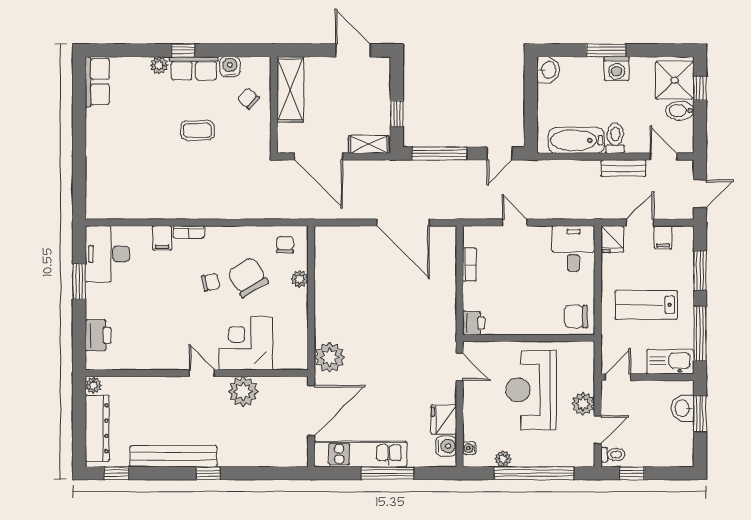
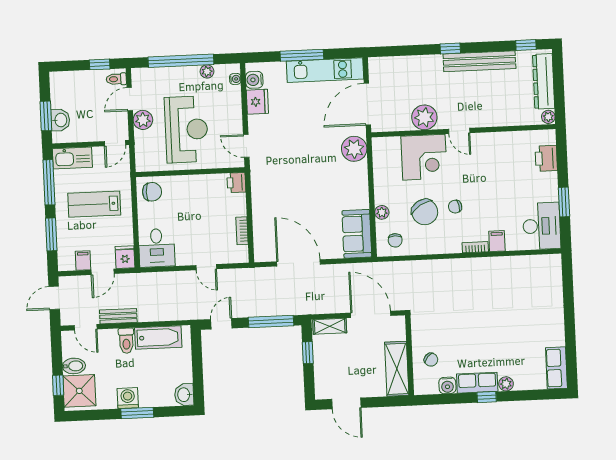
coffee table: (197, 130) -> (472, 331), removed
sofa: (331, 255) -> (357, 234), added
lab bench: (646, 305) -> (94, 204), turned 180

